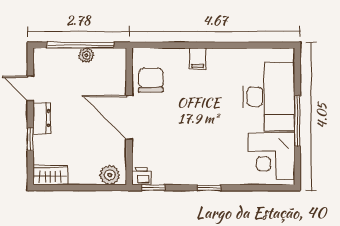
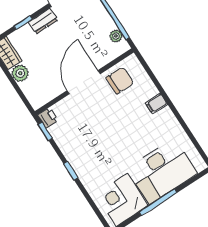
plant: (86, 55) -> (116, 36), moved
plant: (110, 175) -> (20, 73), moved

